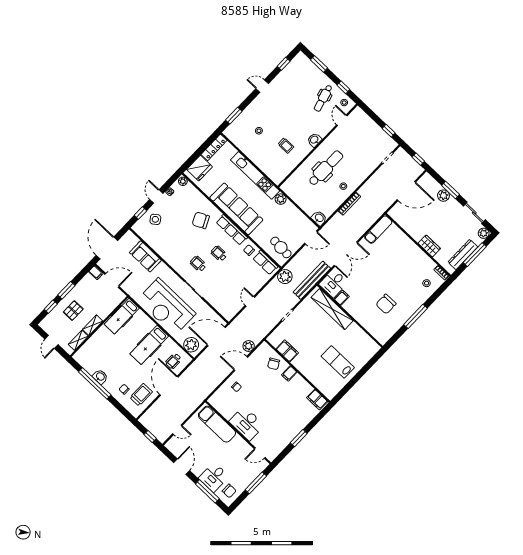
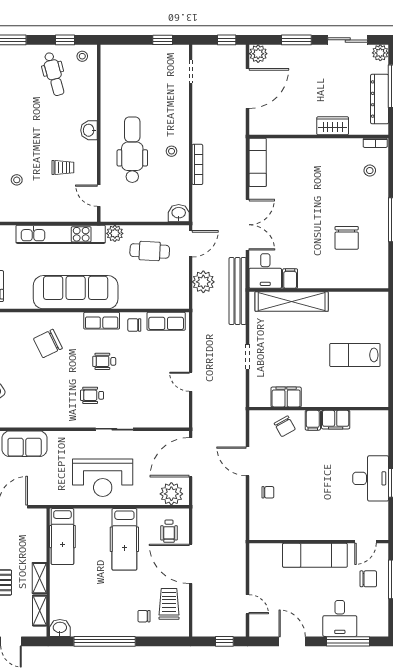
door: (342, 120) -> (99, 196), moved
plant: (443, 196) -> (258, 54), moved
row of seats: (232, 230) -> (102, 321), width x0.68
cafe table: (281, 247) -> (150, 251), moved
plant: (285, 277) -> (203, 282), moved
reception desk: (166, 307) -> (103, 478), width x0.74, depth x0.77
plant: (249, 346) -> (237, 433), removed
door: (241, 364) -> (248, 461), hinge flipped
washbasin: (100, 377) -> (60, 628), moved
filing cabinet: (317, 400) -> (336, 420), moved
desk: (247, 423) -> (371, 478), moved, turned -90
exam couch: (217, 424) -> (315, 555), moved
door: (177, 430) -> (248, 604), hinge flipped
chair: (229, 491) -> (368, 579), moved

